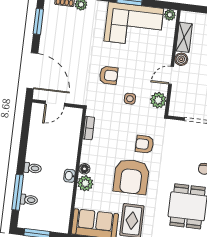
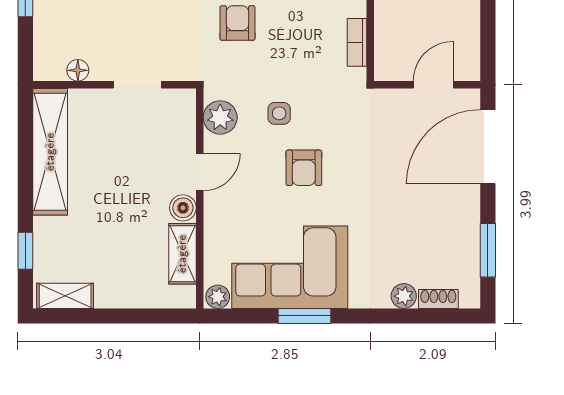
door: (32, 71) -> (488, 147), hinge flipped
armchair: (109, 75) -> (304, 168), moved, turned -90
armchair: (145, 144) -> (237, 23), turned -90

